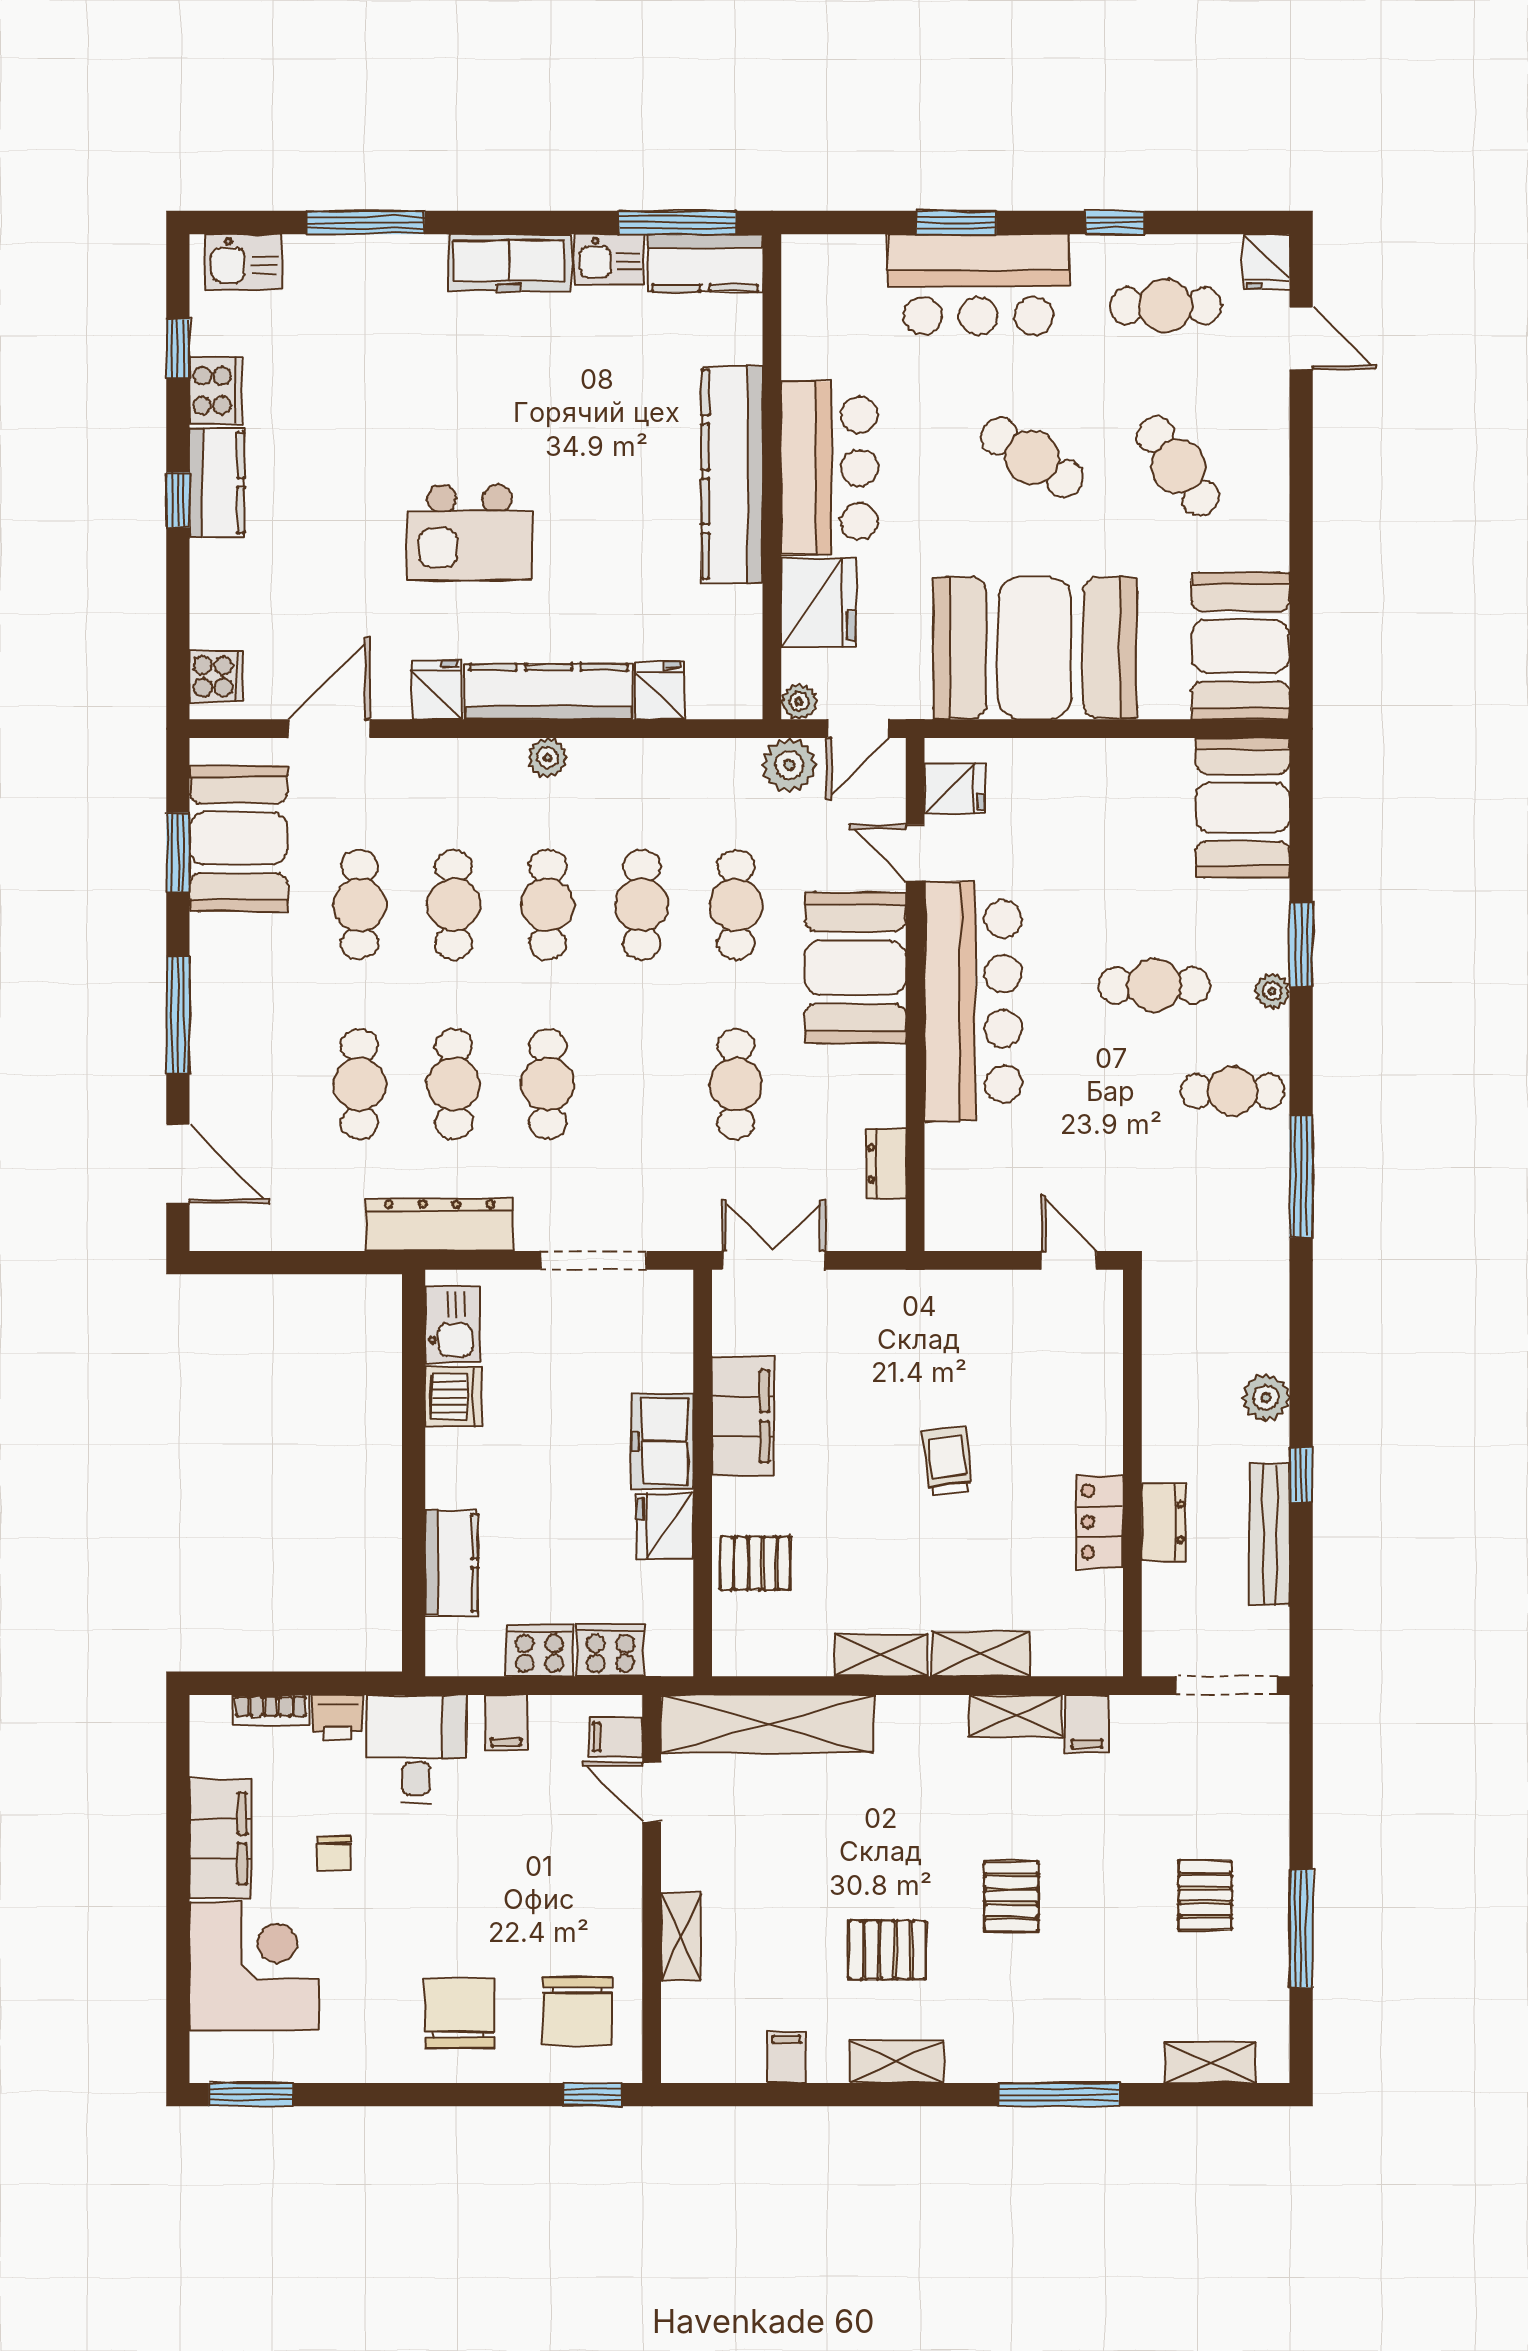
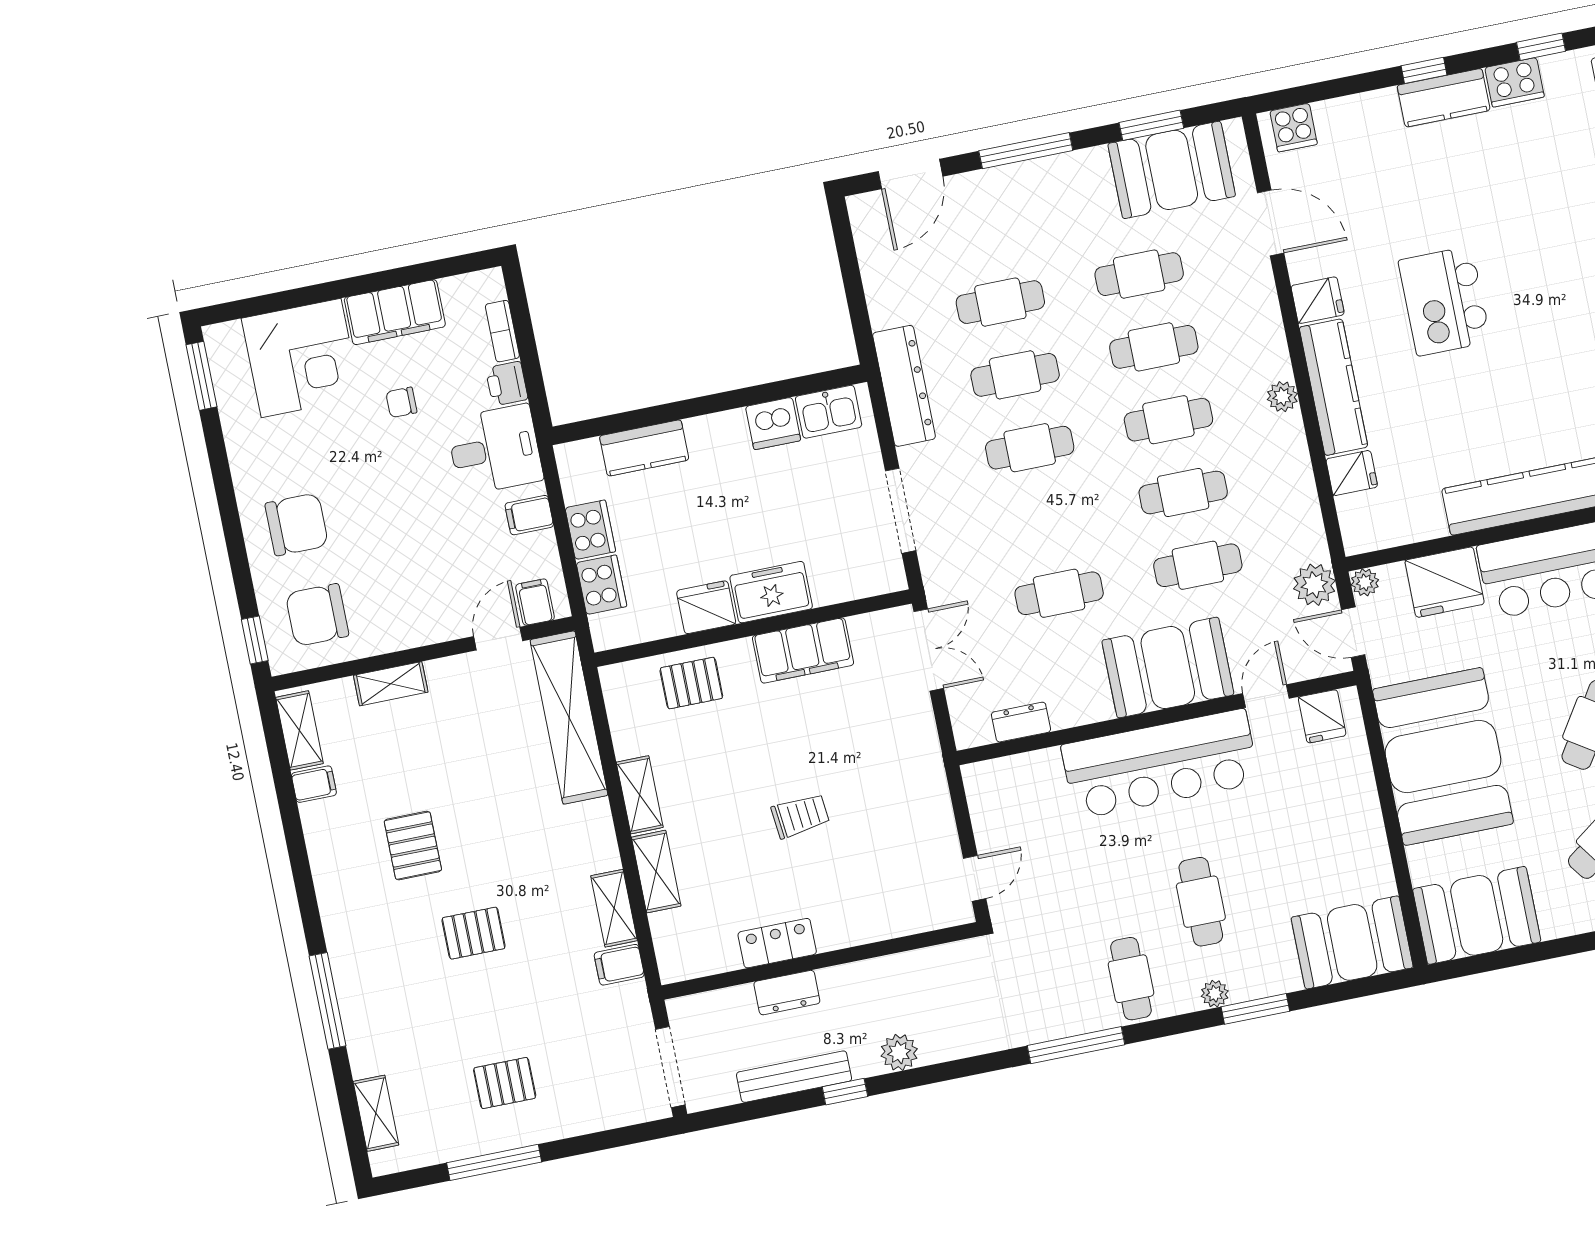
pallet: (755, 1563) -> (691, 683), turned 90
shelving: (897, 2062) -> (299, 730), moved

